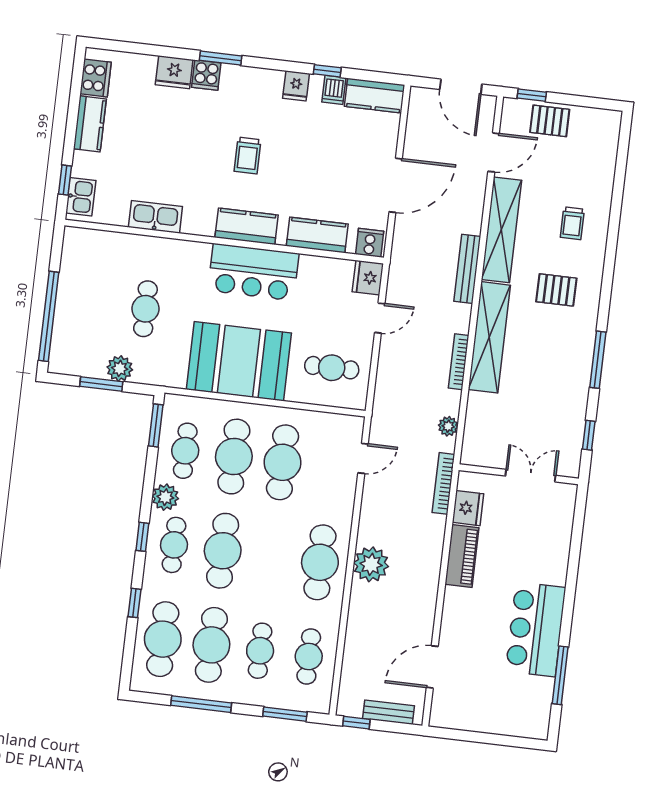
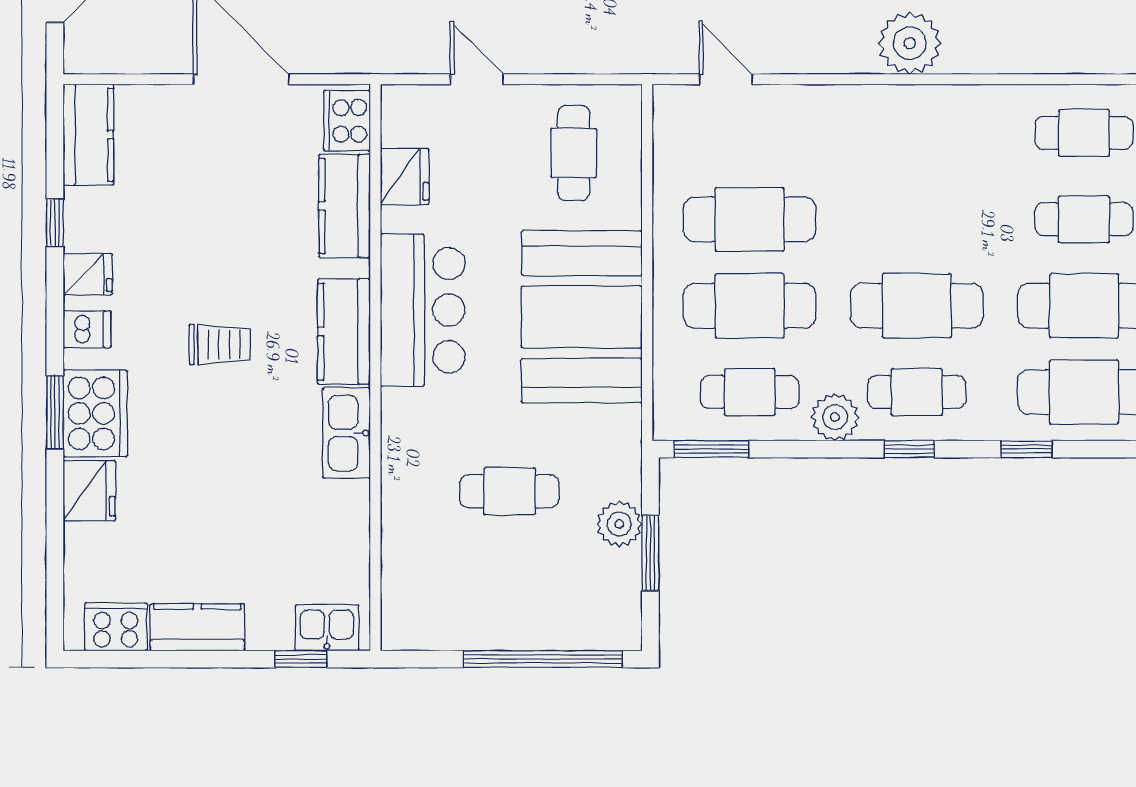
cooker: (206, 75) -> (95, 413), width x1.87, depth x1.31
dishwasher: (334, 90) -> (87, 329), moved
kitchen sink: (155, 217) -> (347, 433), moved
cooker: (370, 243) -> (347, 121), width x1.36
fridge: (368, 278) -> (405, 177), moved, turned -90
cafe table: (320, 562) -> (917, 133), removed

